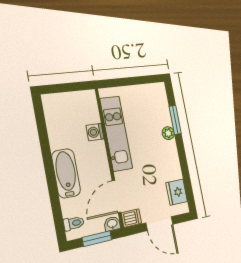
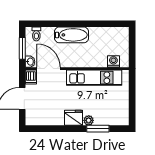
washing machine: (95, 132) -> (113, 61), moved
fridge: (177, 192) -> (74, 118), moved

